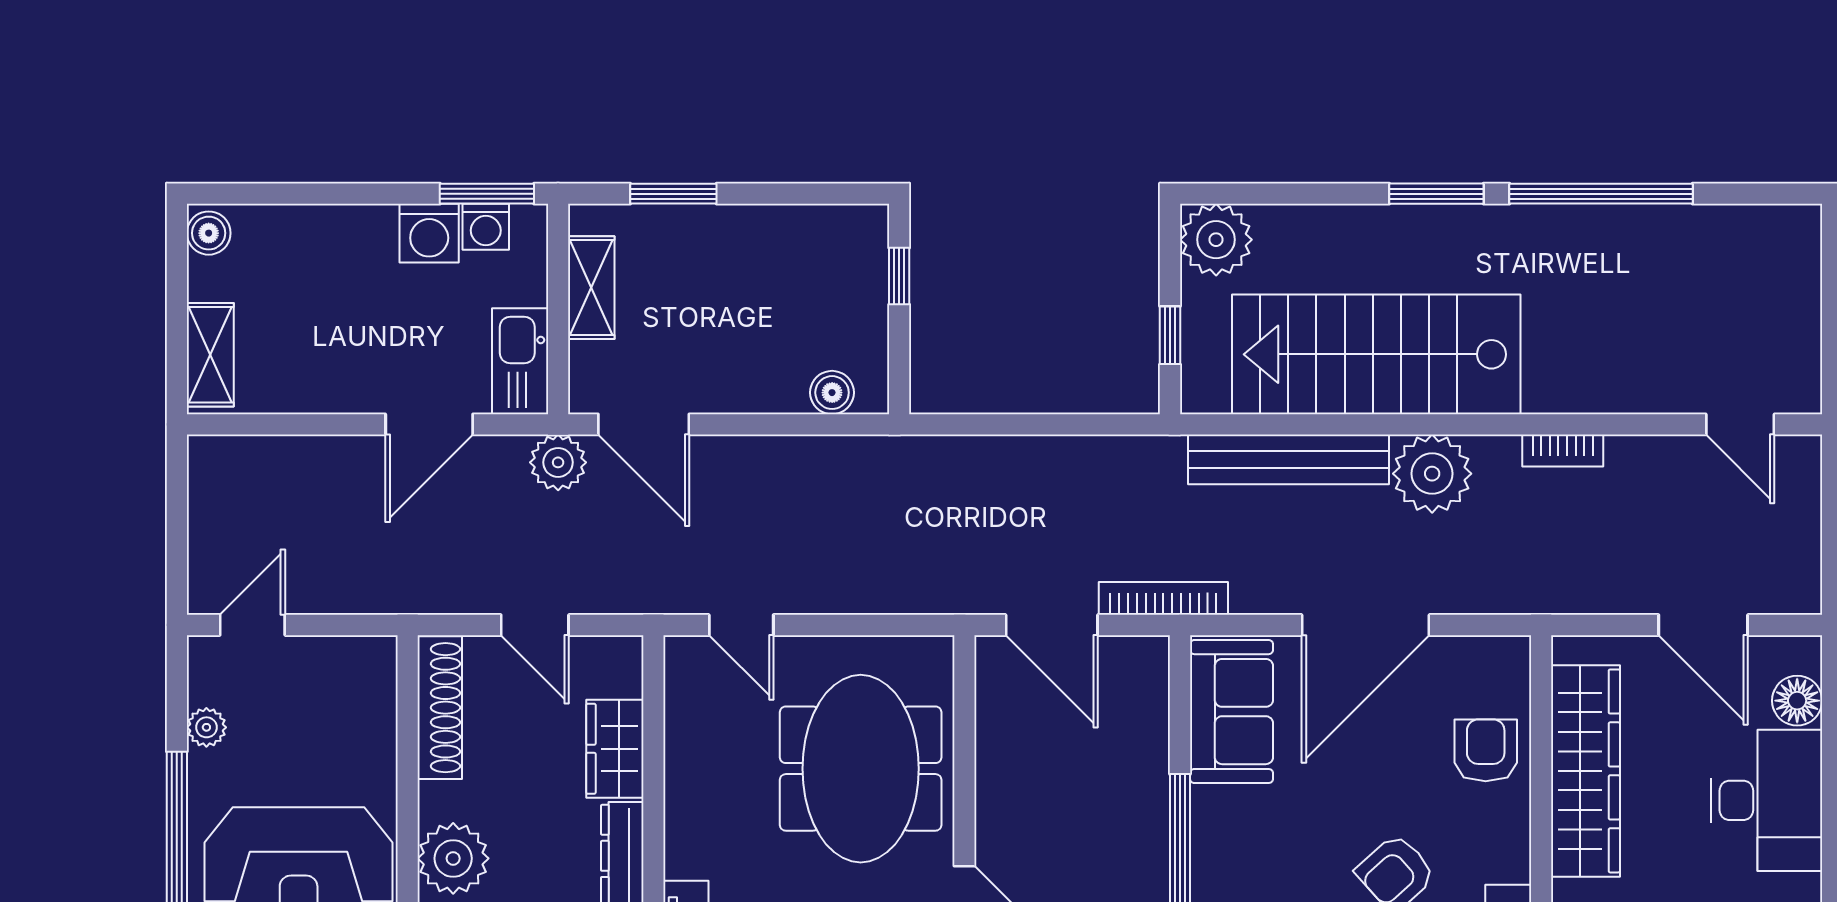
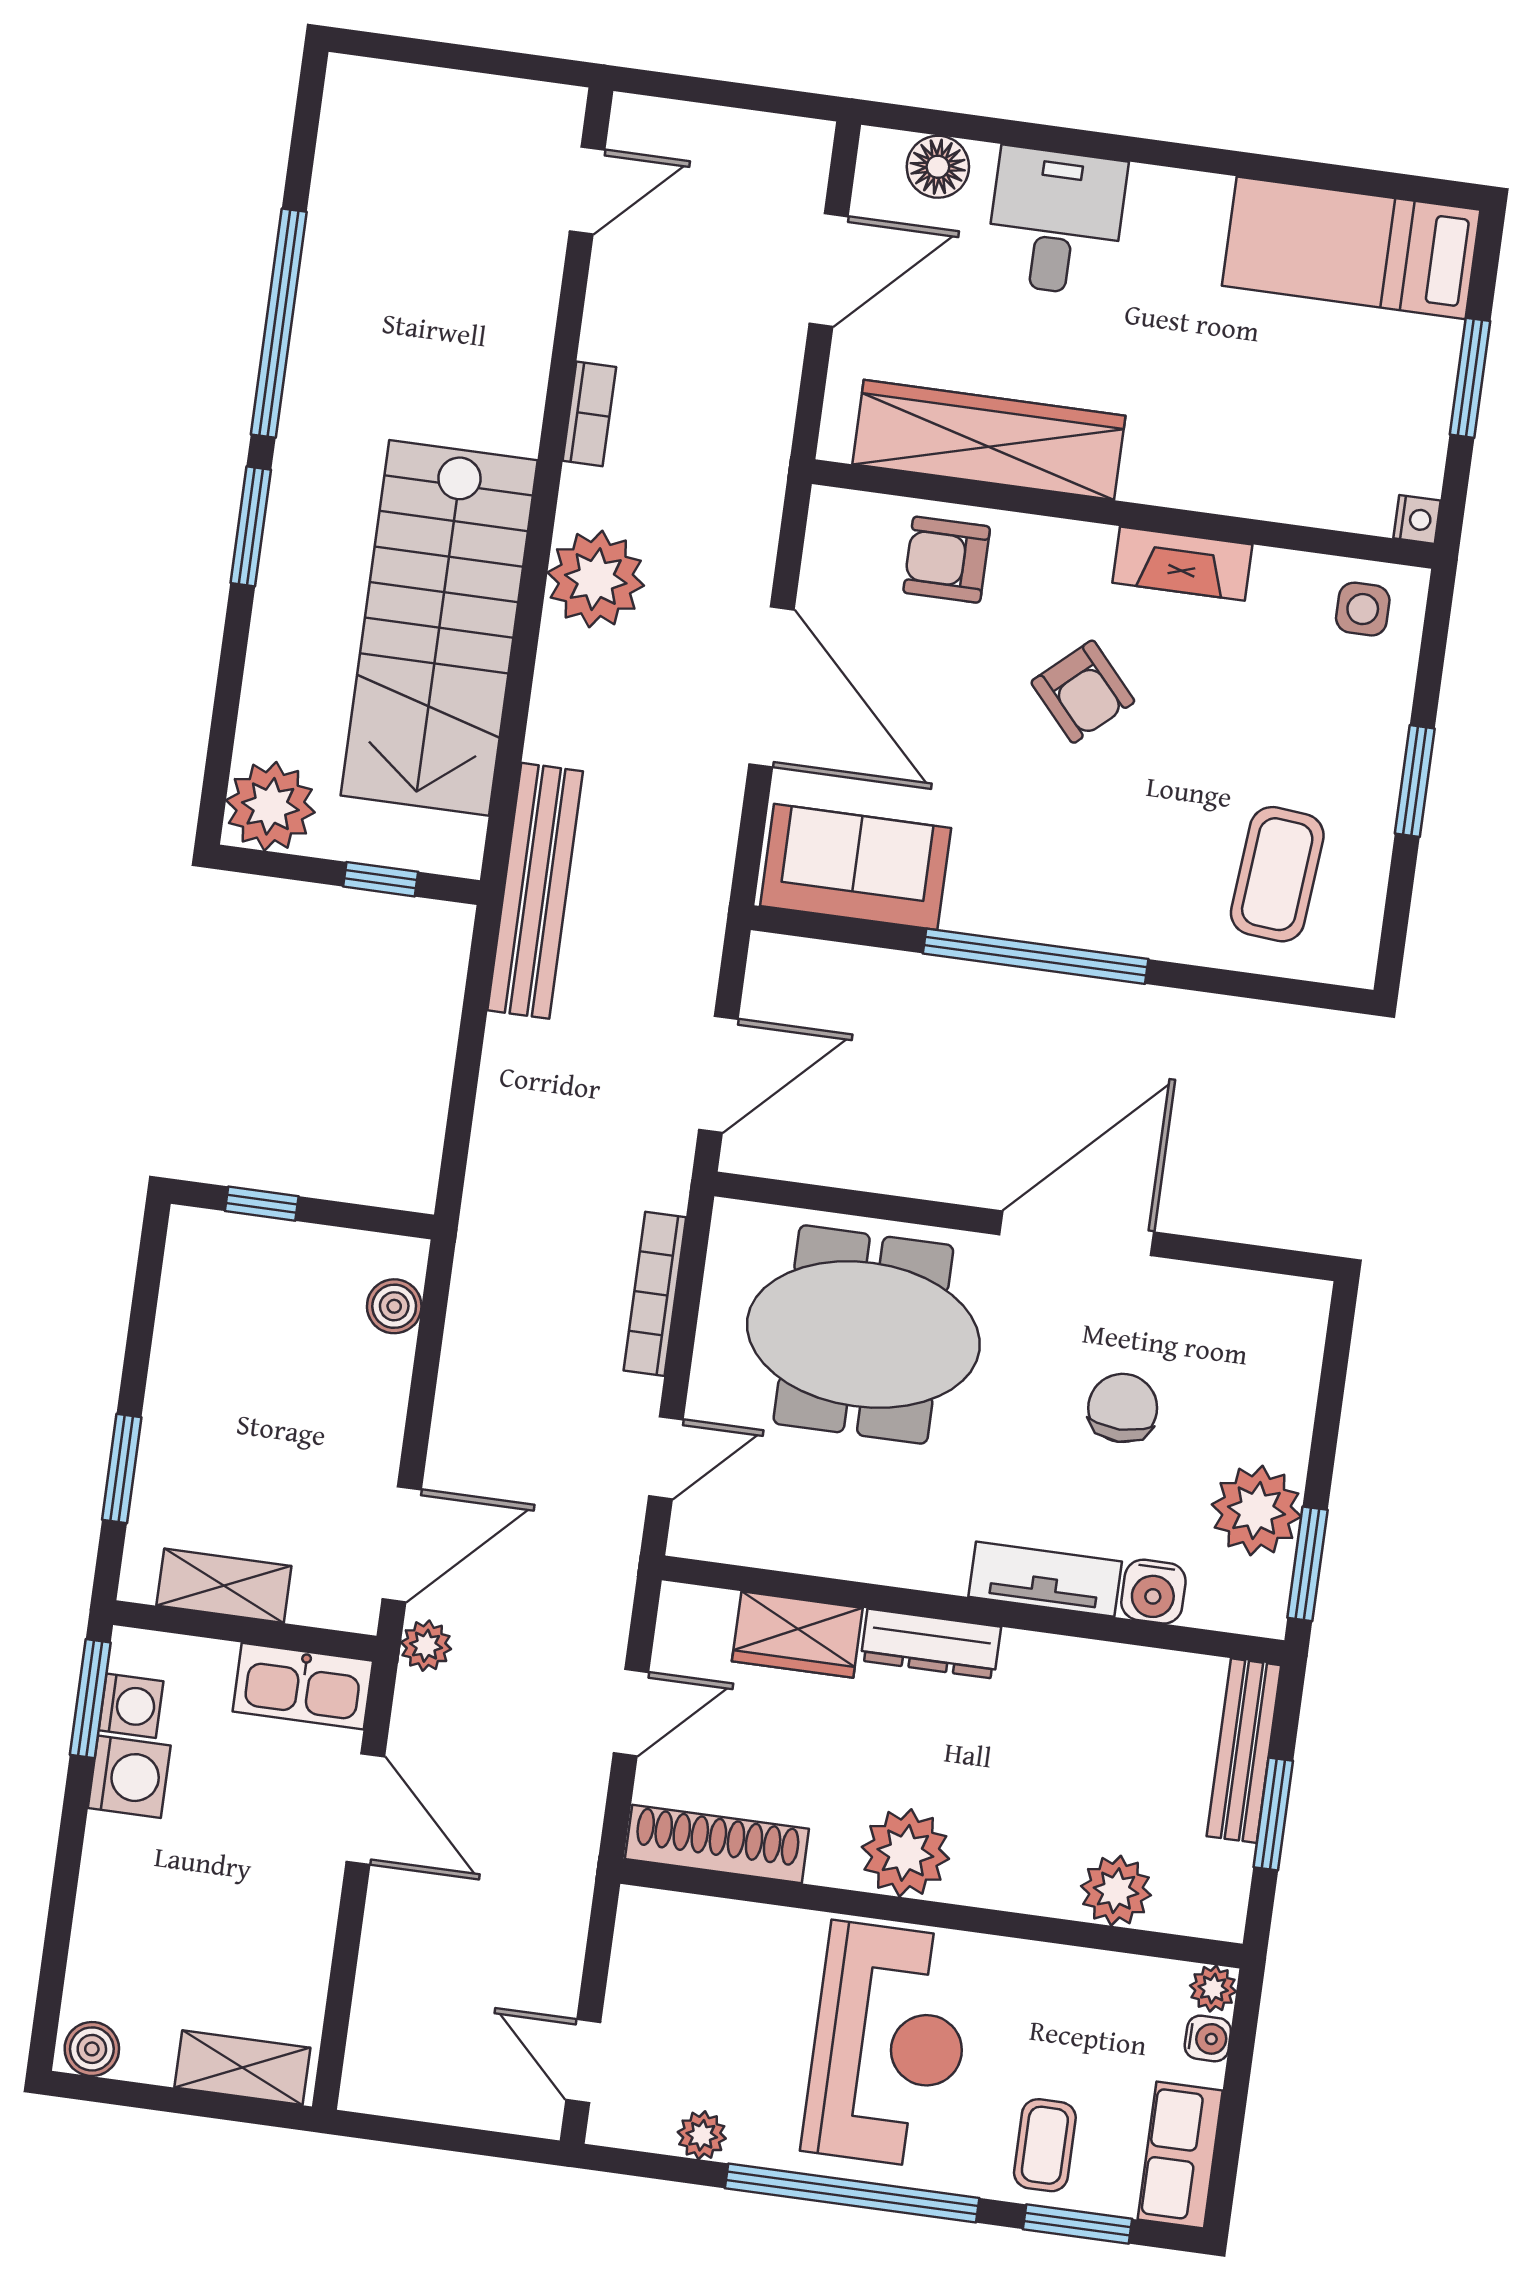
bench: (1289, 459) -> (535, 891), moved
plant: (558, 462) -> (426, 1646), width x0.73, depth x0.73
bookcase: (1163, 598) -> (655, 1294), moved
desk: (1766, 800) -> (1056, 222), width x0.73

